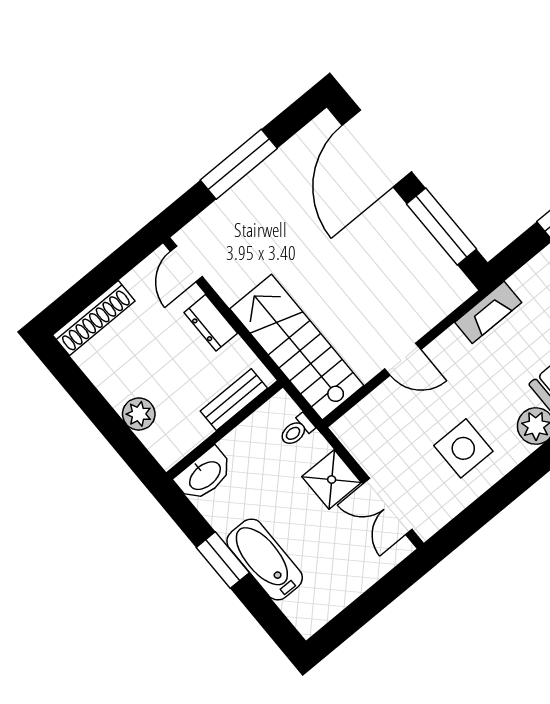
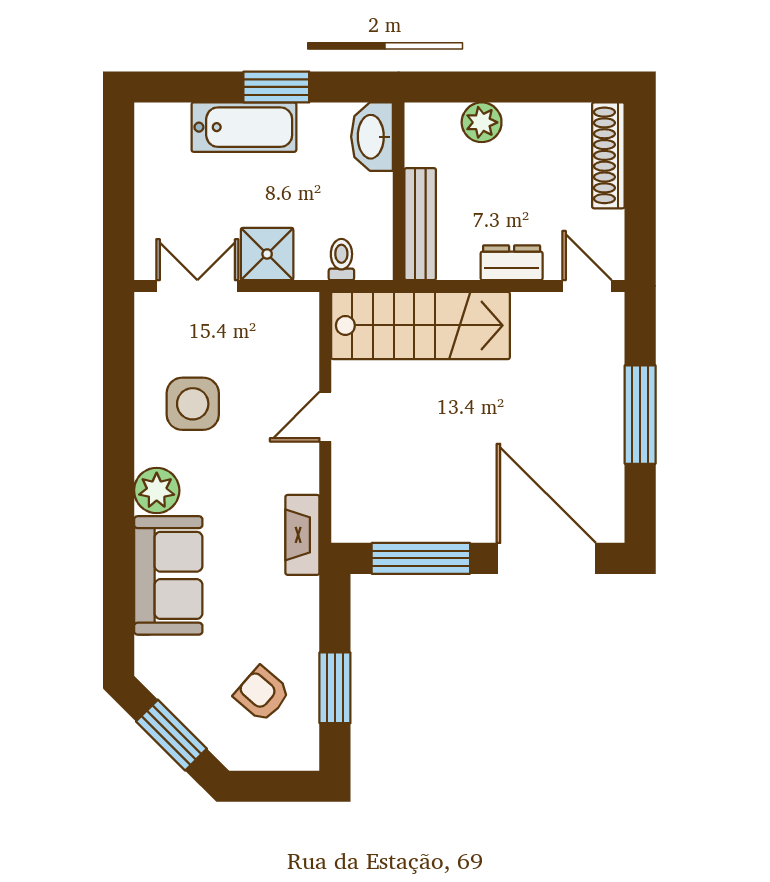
bench: (234, 400) -> (420, 224), width x1.36

